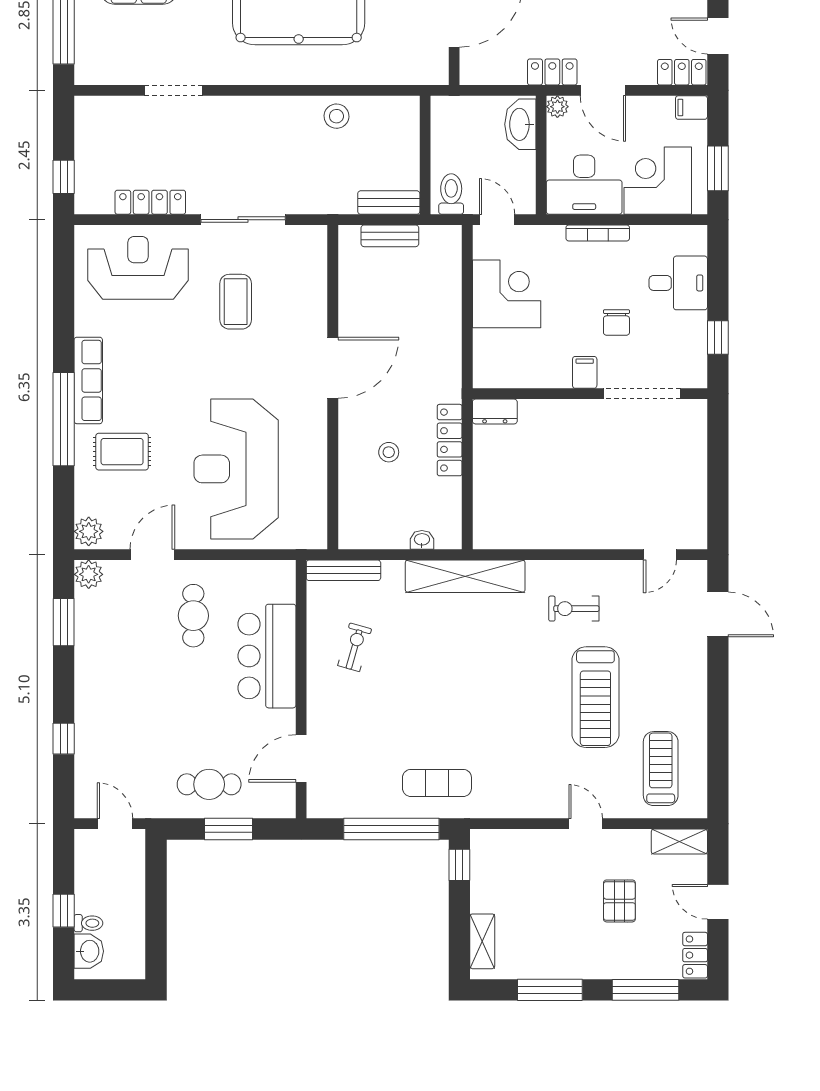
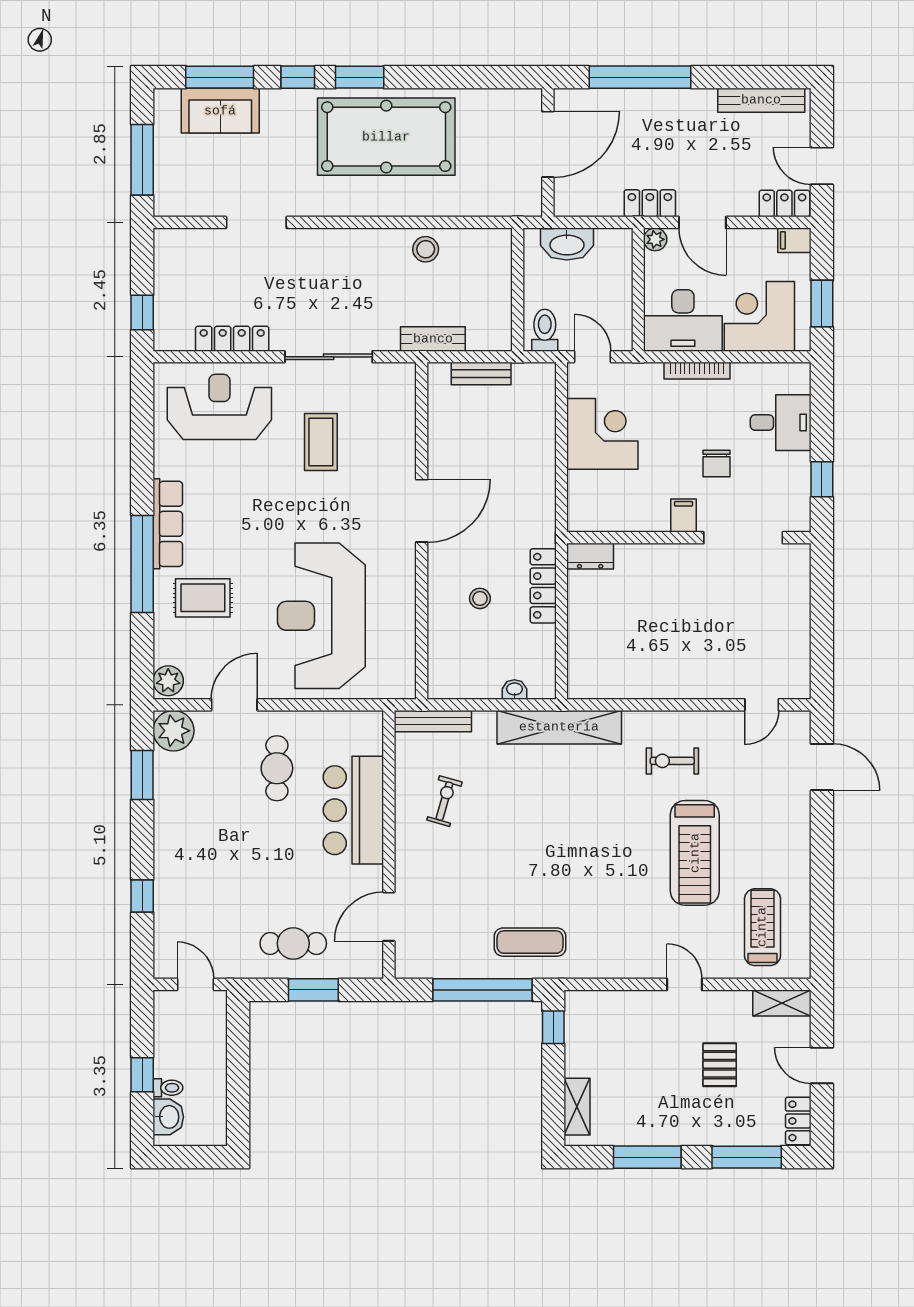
washbasin: (520, 124) -> (567, 244), moved, turned -90
bench: (389, 203) -> (433, 339), moved
plant: (89, 574) -> (173, 731), width x1.36, depth x1.36

